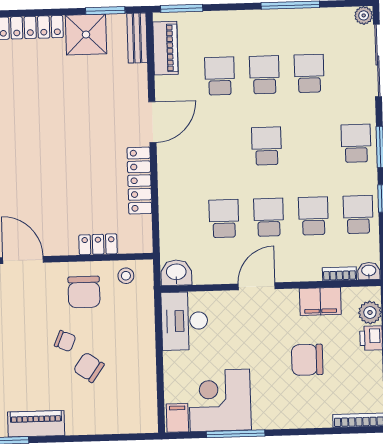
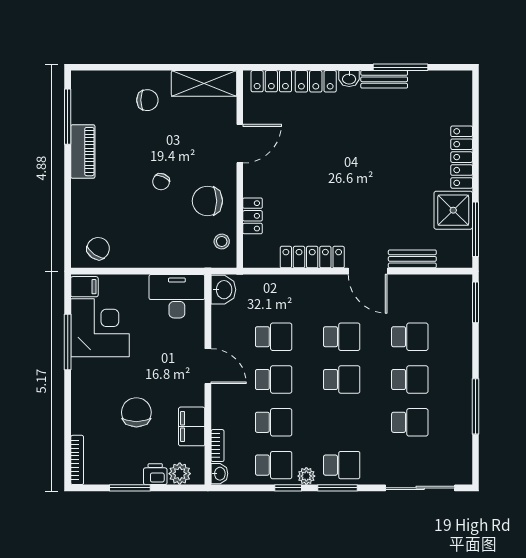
window: (105, 11) -> (476, 229), width x1.44
plant: (364, 15) -> (306, 476), moved
bench: (137, 38) -> (412, 259), moved
piano: (165, 48) -> (438, 286), removed
school desk: (222, 147) -> (342, 337), added
chair: (89, 367) -> (98, 248), moved

